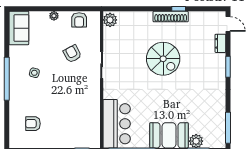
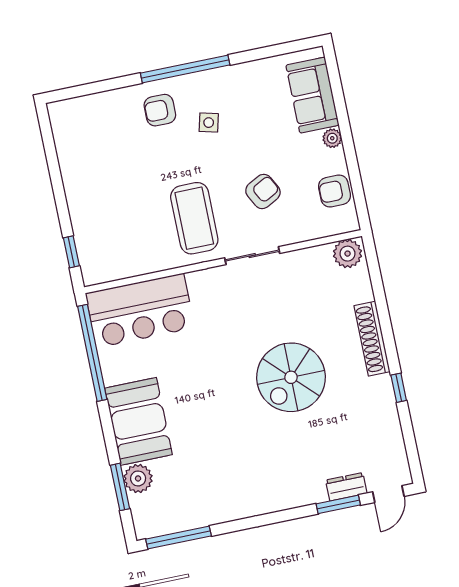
shoe rack: (171, 17) -> (372, 339), moved
sofa: (19, 28) -> (312, 95), moved, turned 90
window: (228, 67) -> (338, 504), moved
coffee table: (78, 89) -> (194, 218), added
armchair: (33, 124) -> (160, 110), moved, turned -90

